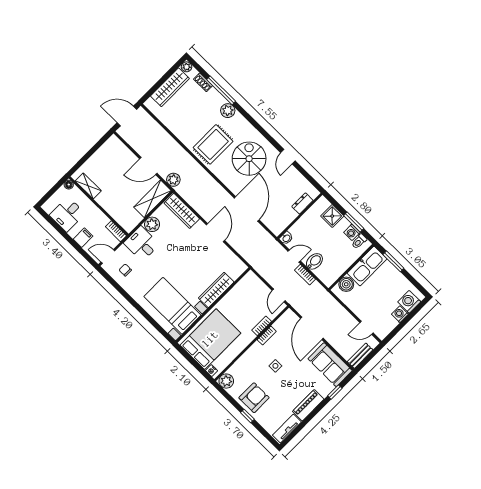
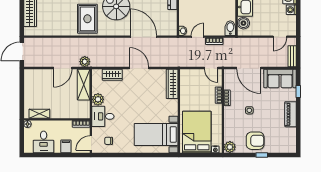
wardrobe: (182, 211) -> (112, 75), width x0.67
bidet: (314, 261) -> (230, 28), moved
wardrobe: (216, 290) -> (172, 84), moved
armchair: (254, 398) -> (255, 141), turned 90
tv unit: (287, 429) -> (292, 140), removed

